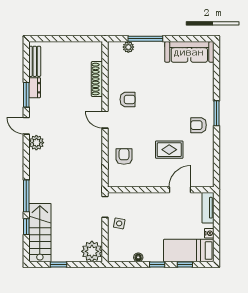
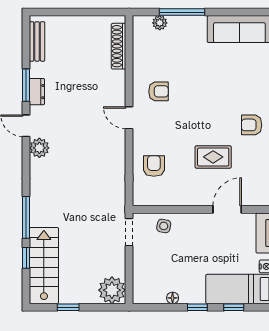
shoe rack: (97, 79) -> (119, 46), moved
dresser: (35, 88) -> (37, 92), moved
side table: (119, 223) -> (164, 226), moved

